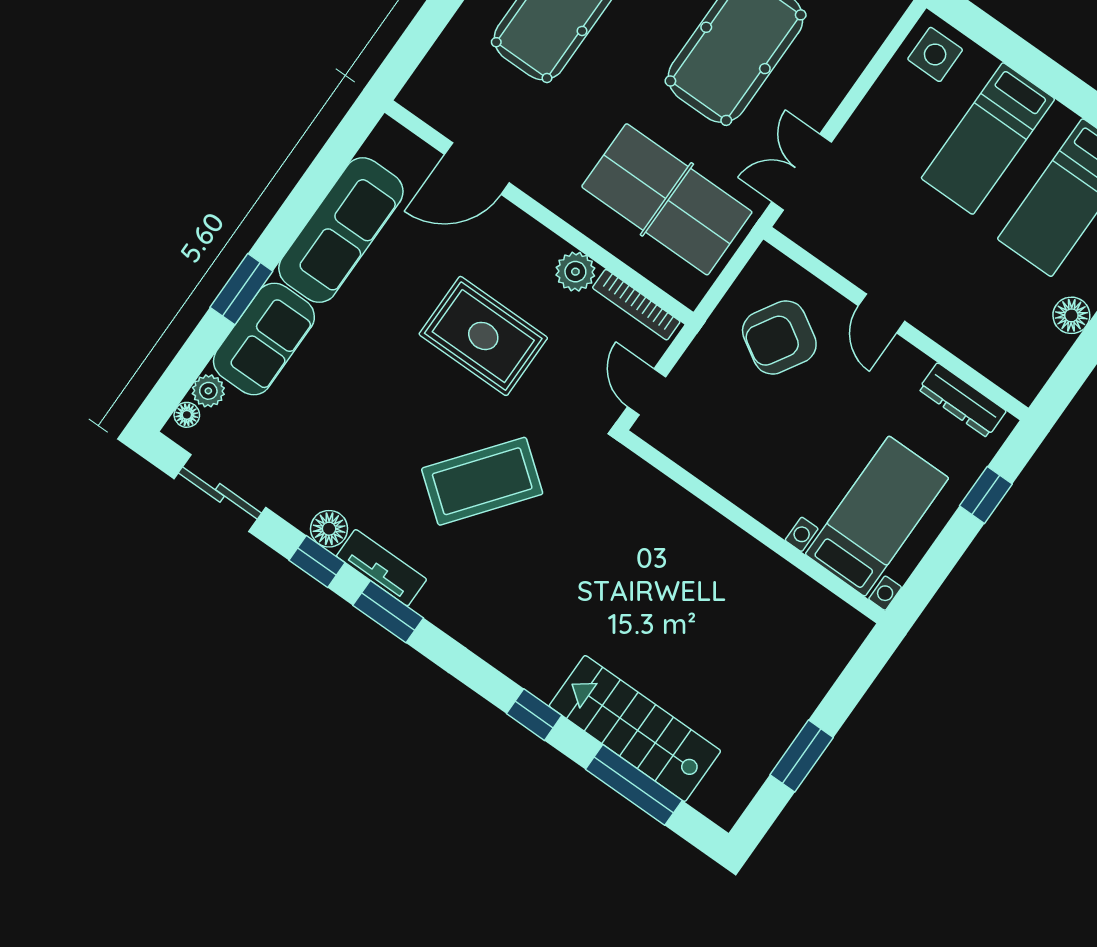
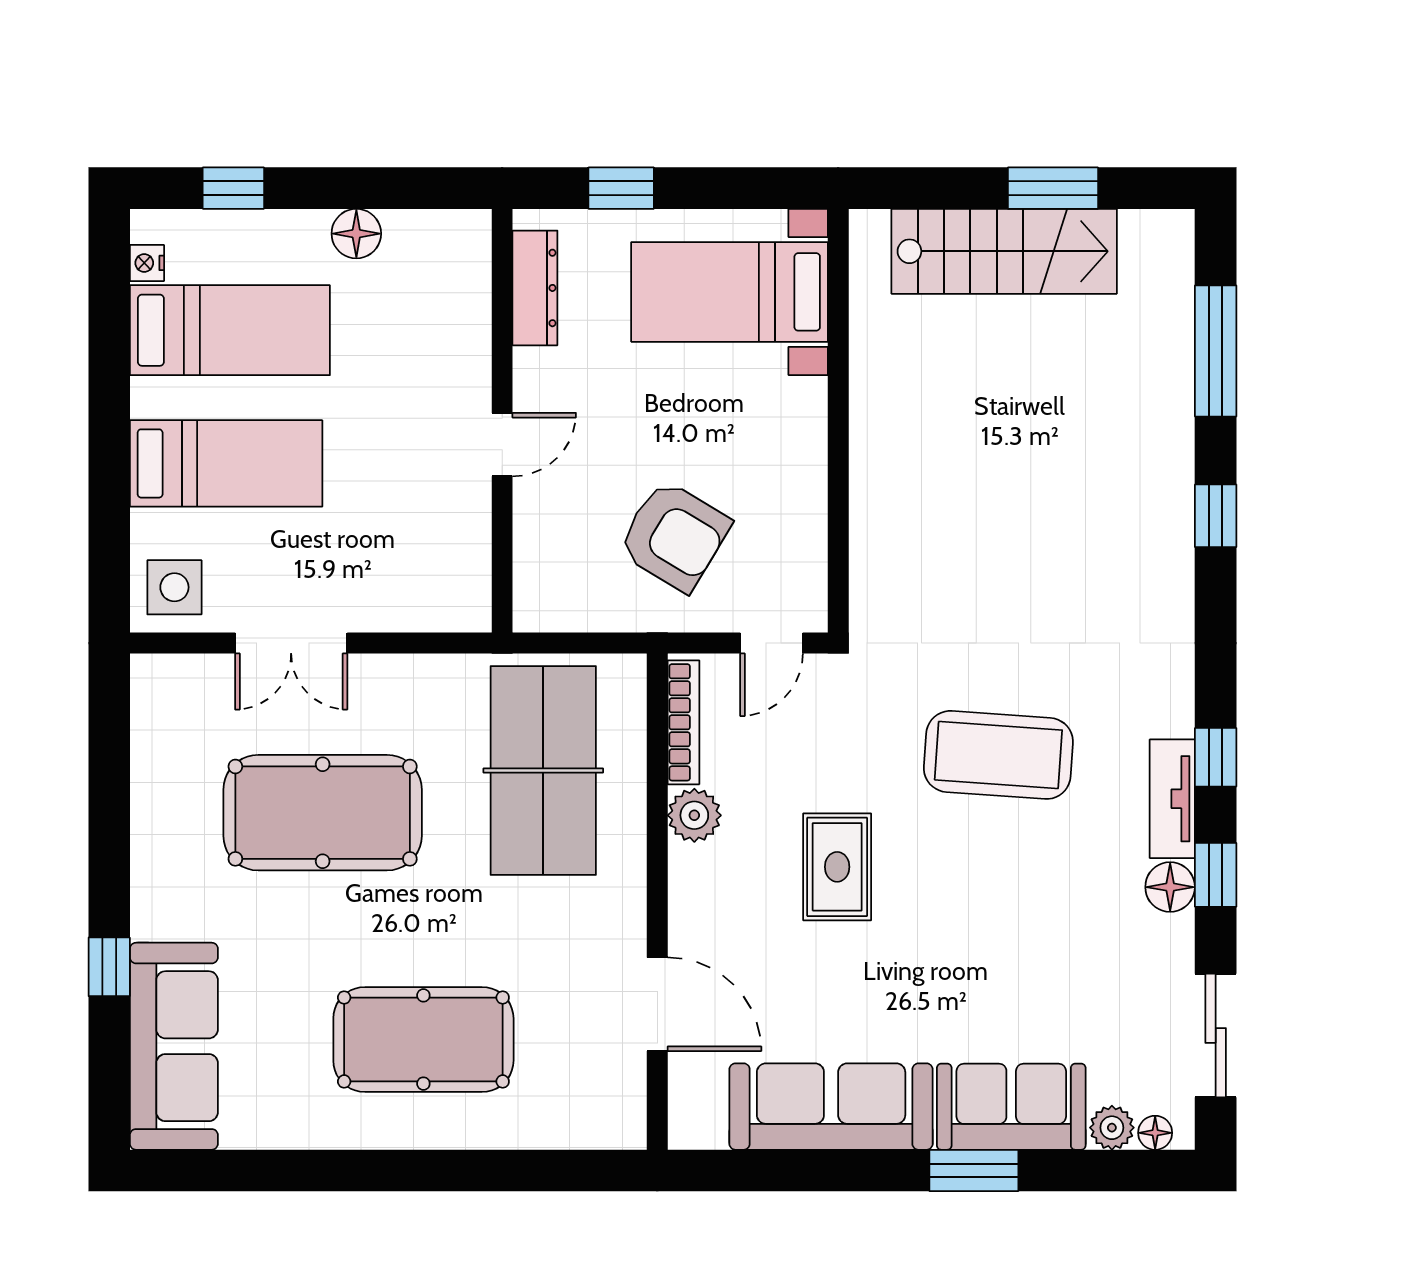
double door: (802, 172) -> (291, 643), moved
rug: (483, 336) -> (837, 867), width x0.73, depth x0.70
armchair: (779, 337) -> (674, 536), moved
coffee table: (482, 481) -> (998, 755), turned -34
window: (388, 612) -> (1216, 757), width x0.67
stairs: (635, 728) -> (1004, 251), moved, turned -90

